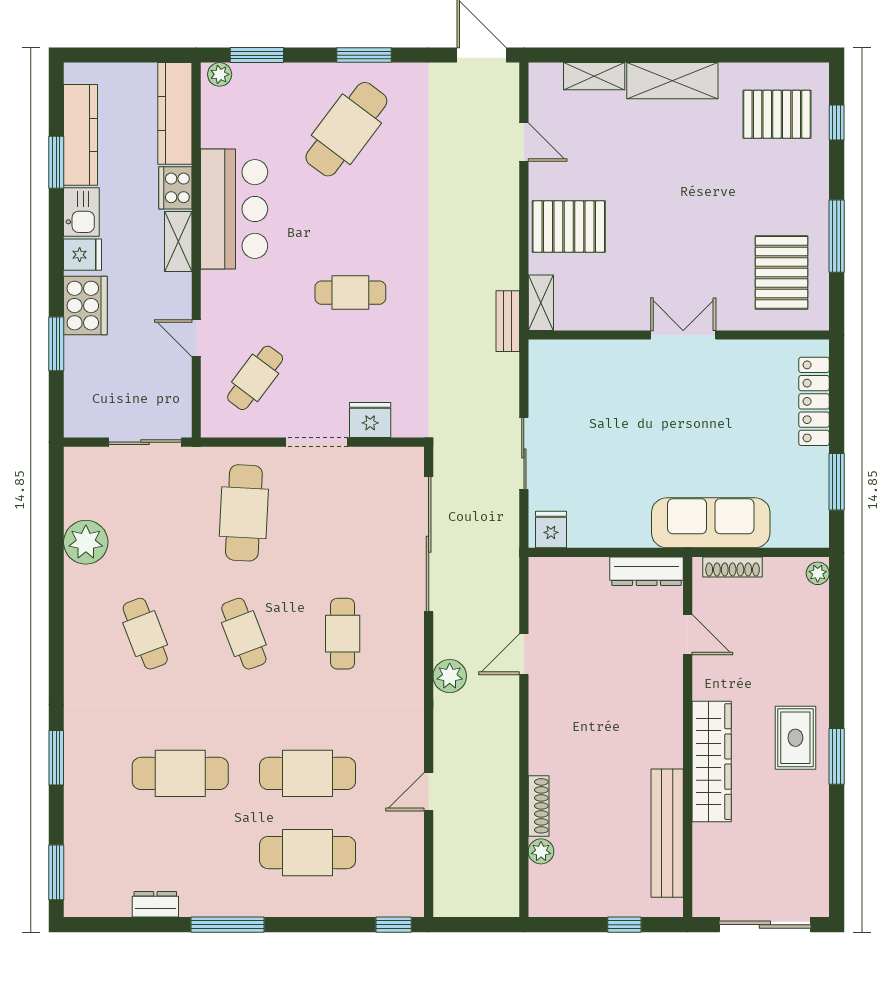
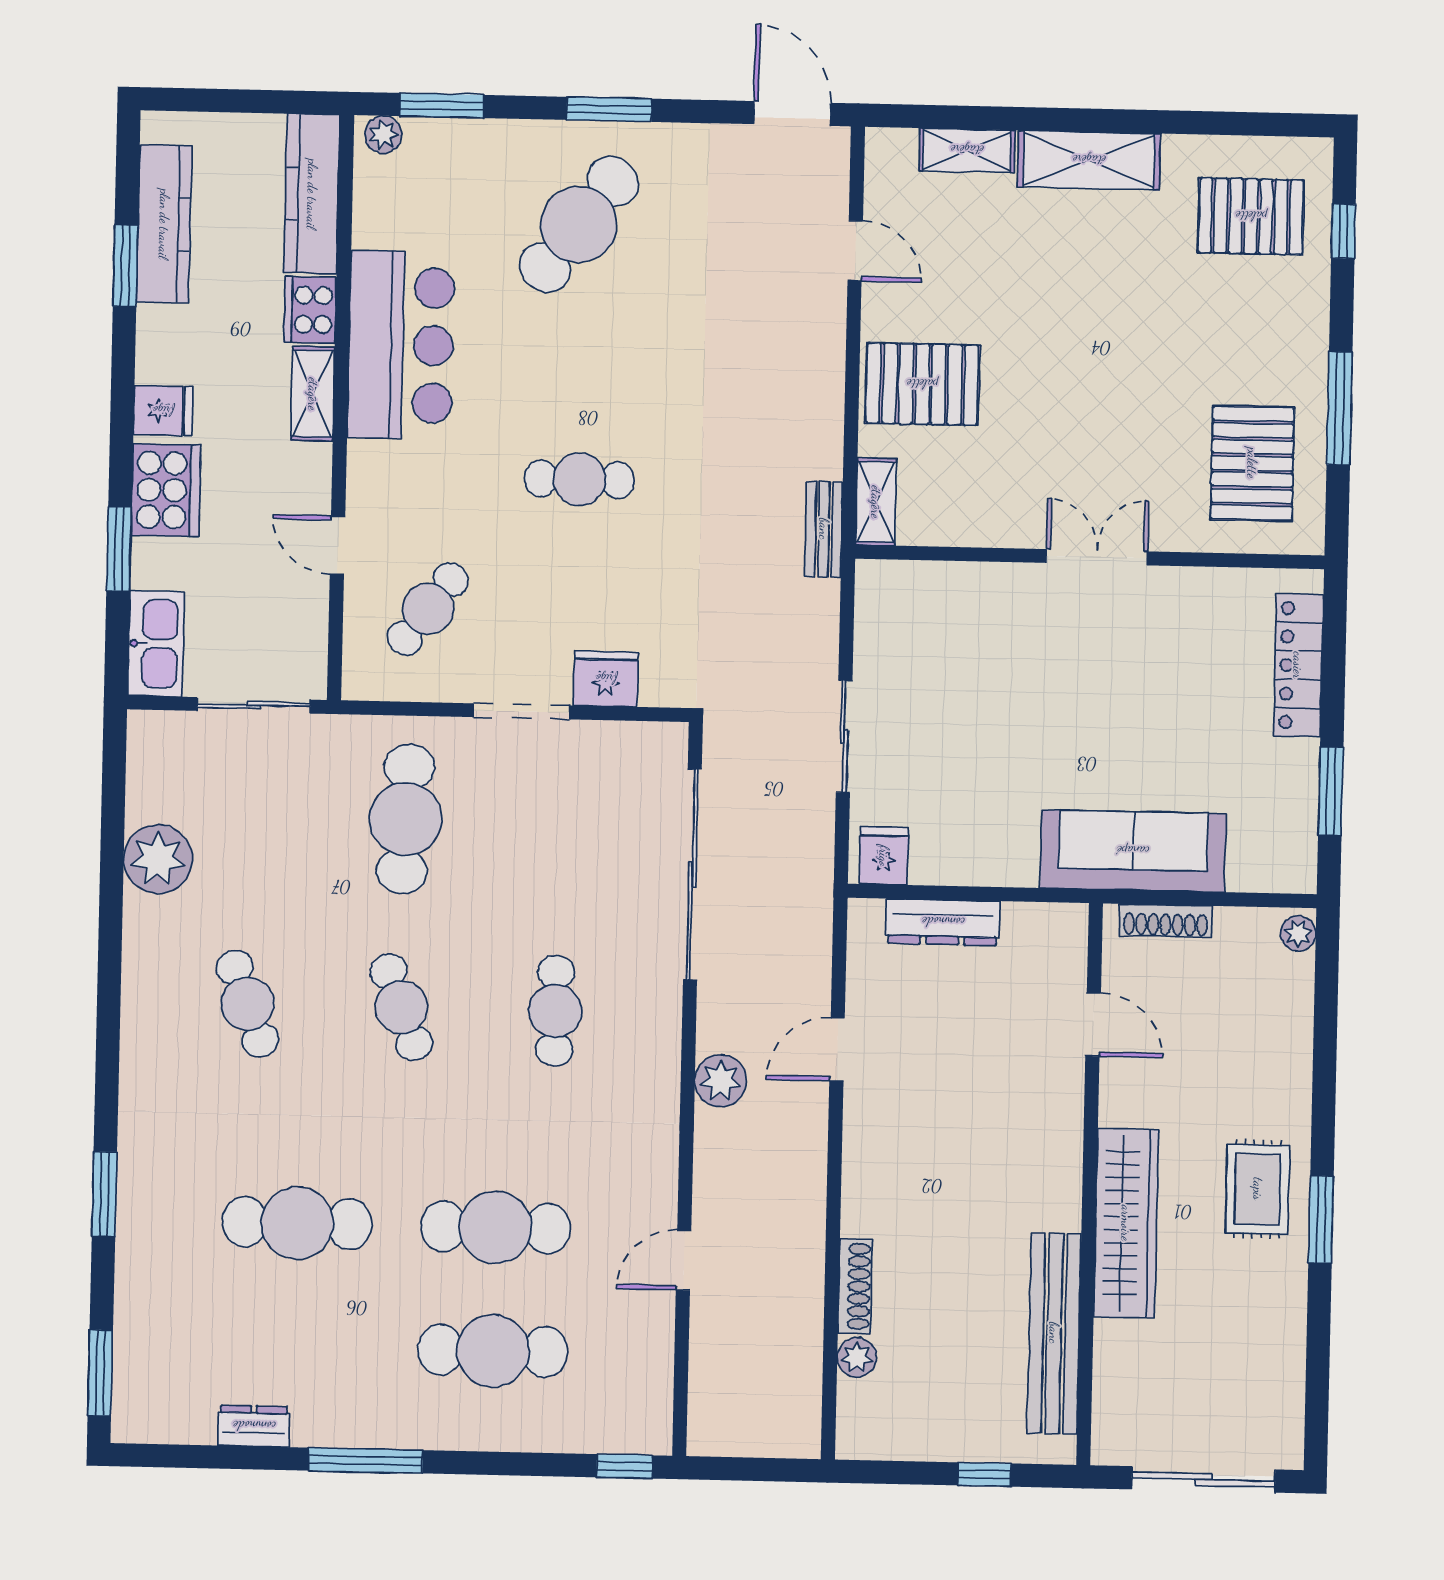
kitchen sink: (81, 212) -> (156, 644), moved, width x1.38
dresser: (647, 571) -> (943, 922), moved

